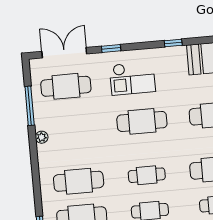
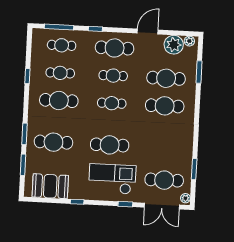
checkout: (132, 78) -> (112, 179), width x1.36, depth x1.21
window: (30, 106) -> (194, 169), width x0.69
plant: (42, 137) -> (185, 198), moved

